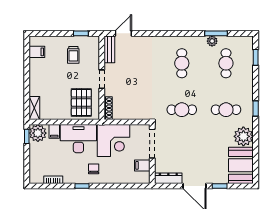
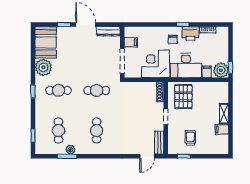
filing cabinet: (37, 52) -> (222, 129), moved
shelving: (34, 108) -> (224, 114), moved
printer: (73, 176) -> (190, 34), added

